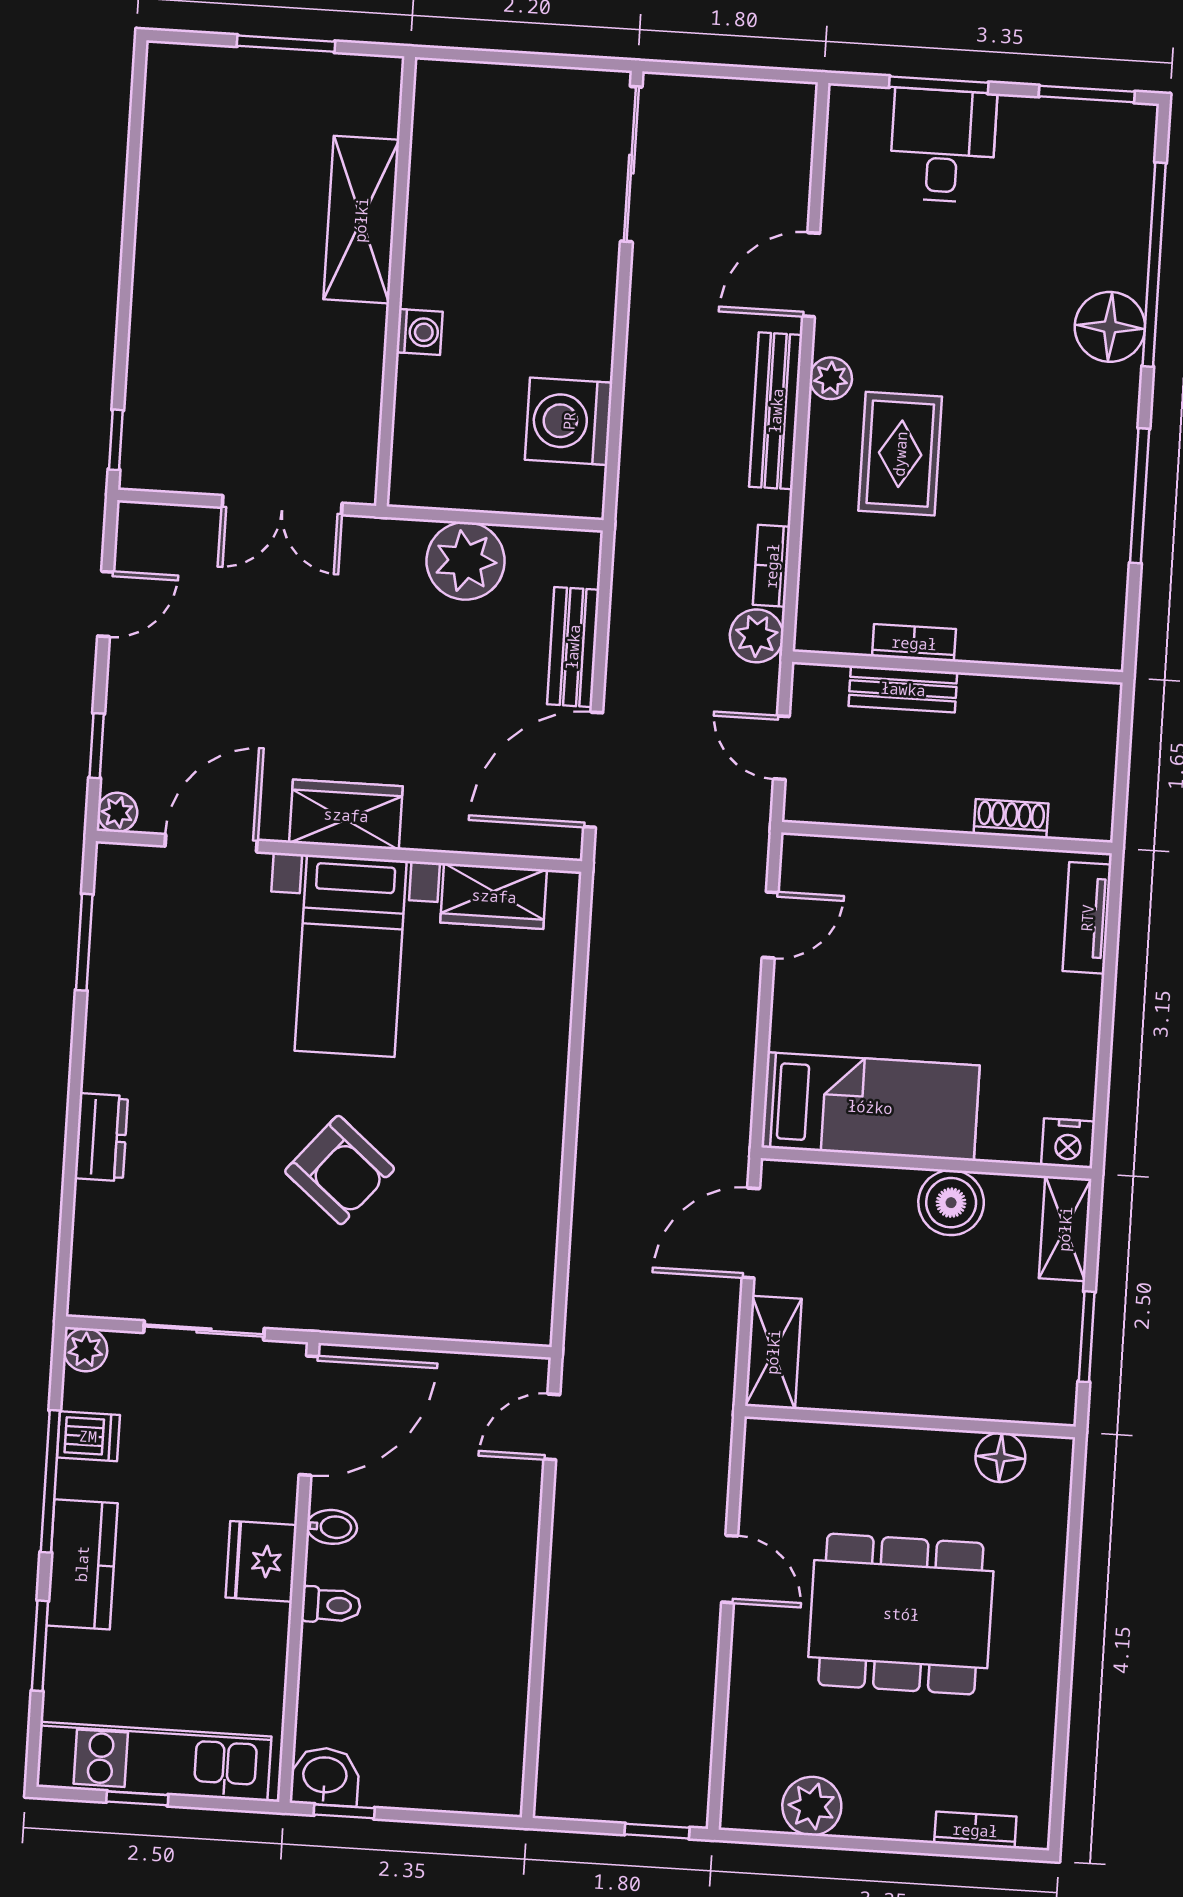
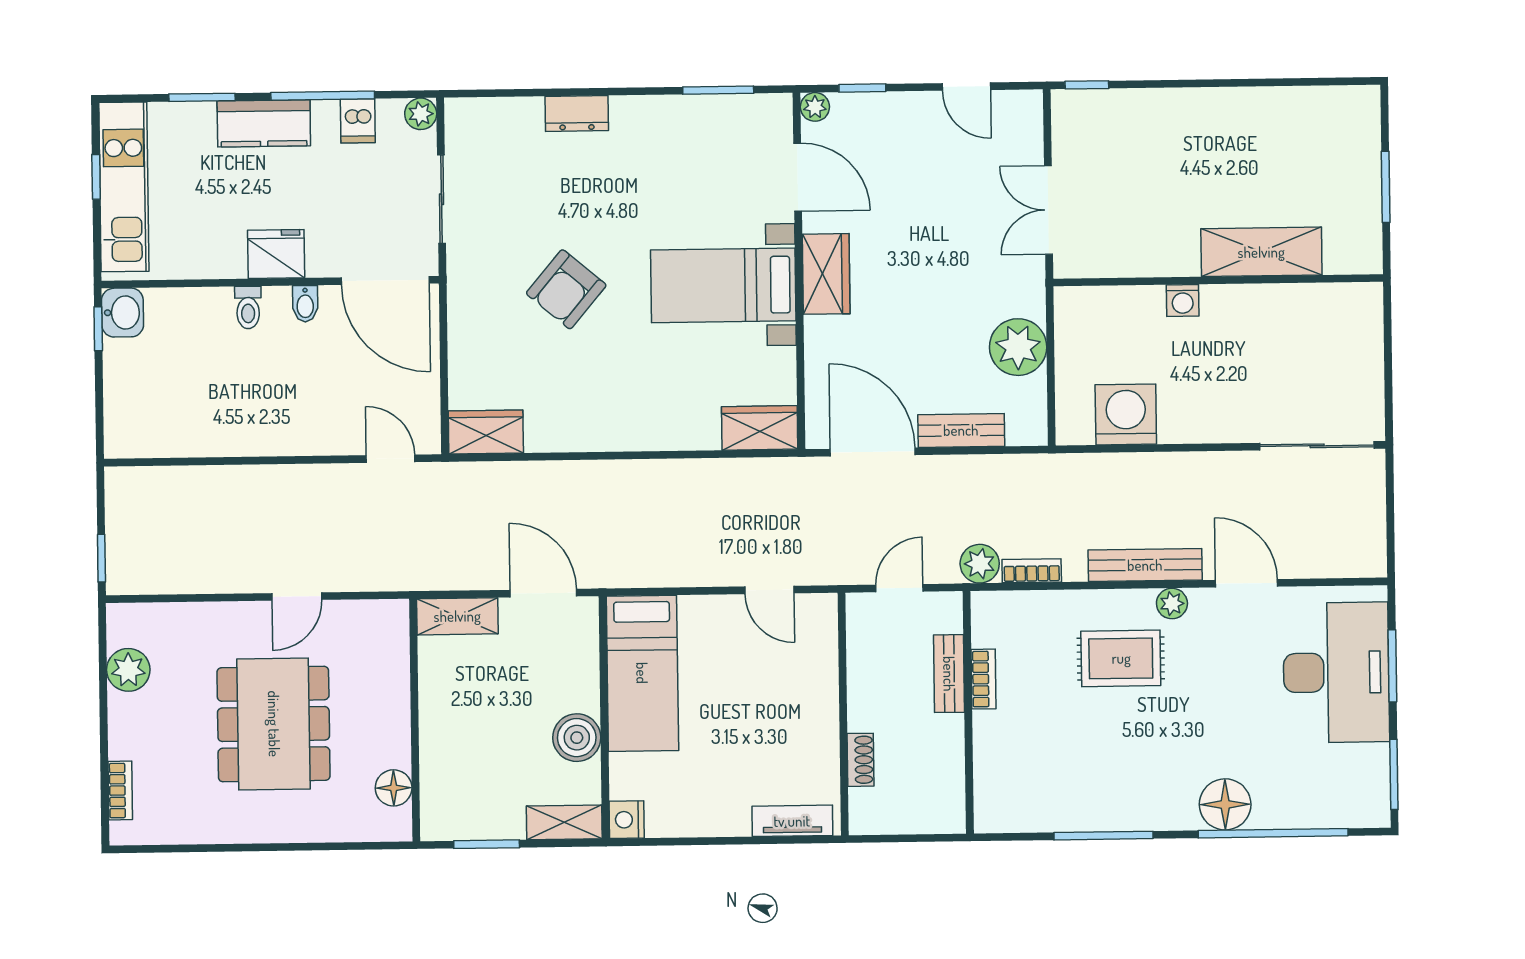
desk: (943, 145) -> (1336, 672), width x1.87, depth x1.30
wardrobe: (494, 896) -> (760, 428), moved, turned 90
wardrobe: (525, 1294) -> (486, 432), added

